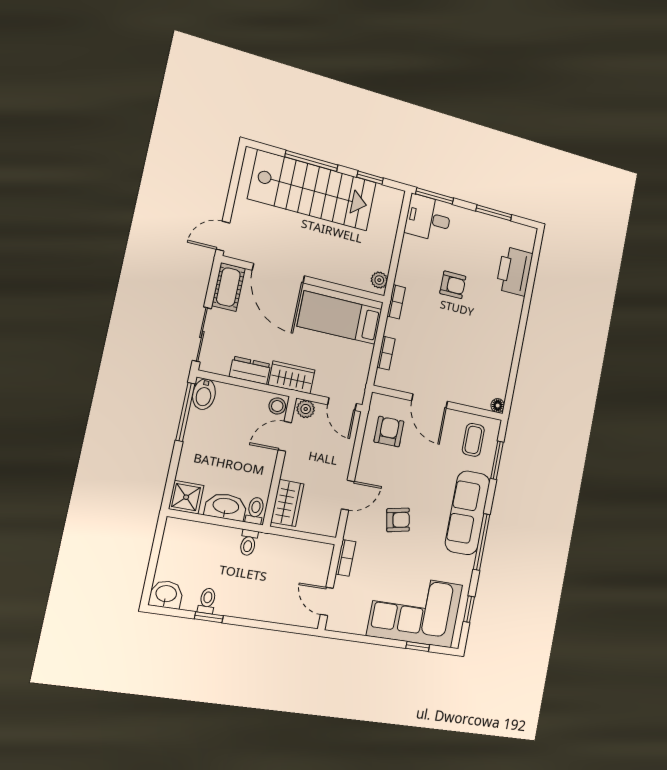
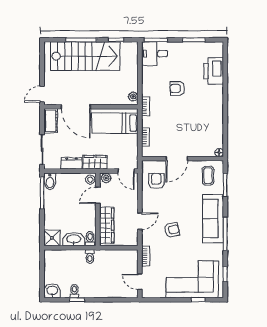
armchair: (453, 285) -> (177, 88), turned 180
door: (430, 401) -> (177, 159), hinge flipped
wardrobe: (287, 503) -> (107, 225), width x1.50

